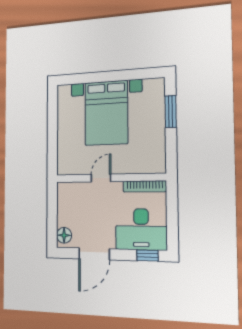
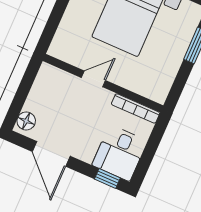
desk: (141, 229) -> (120, 153), width x0.73
door: (94, 254) -> (51, 154), hinge flipped

